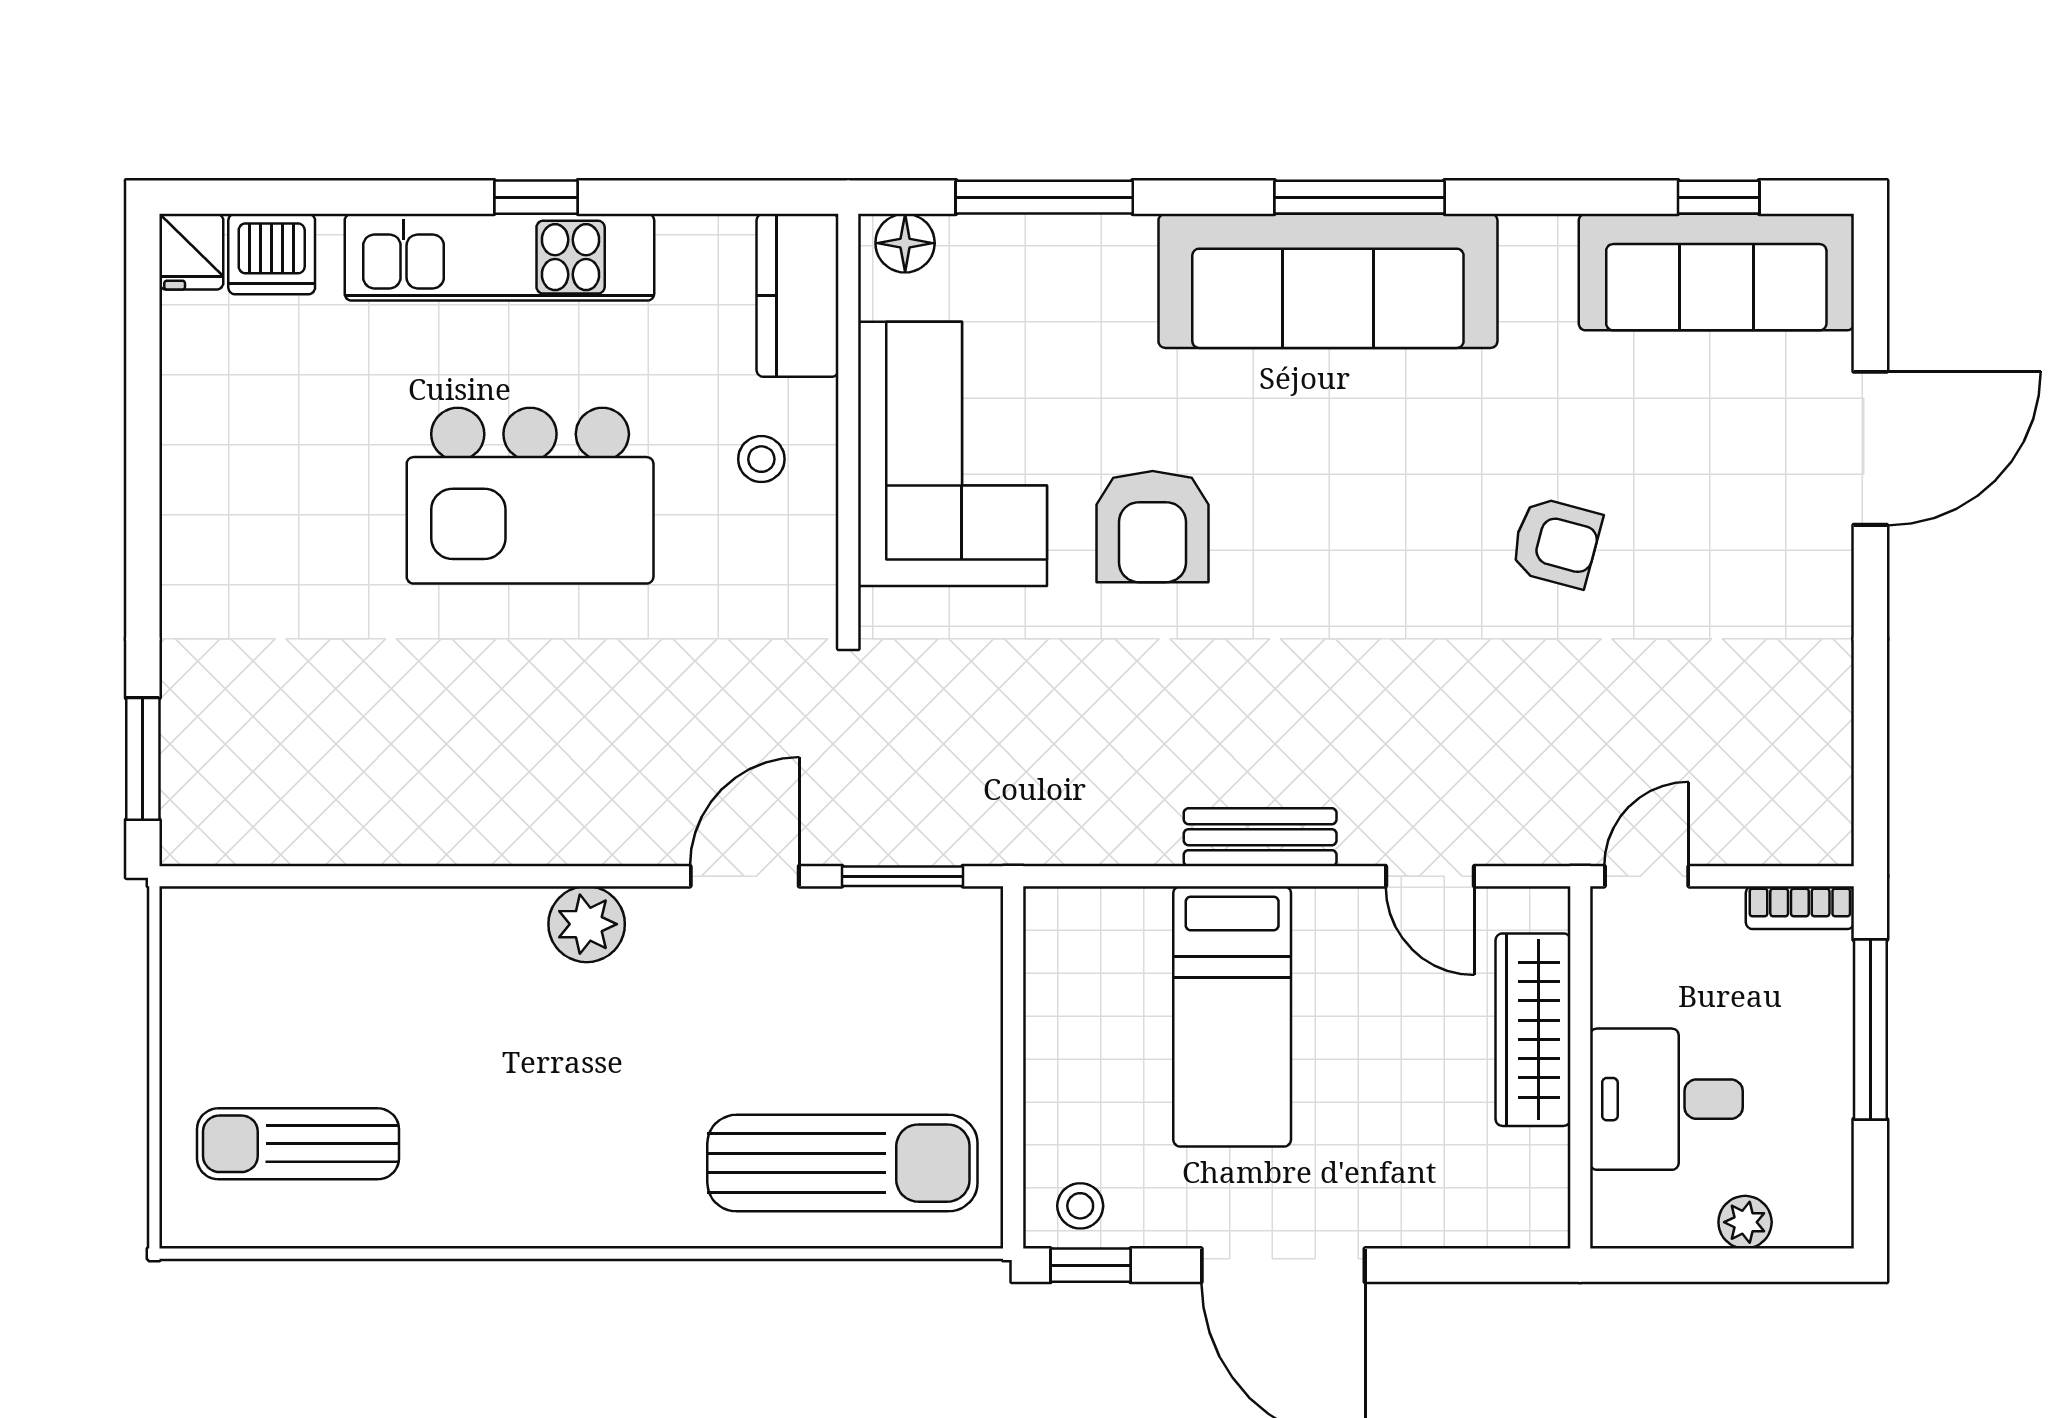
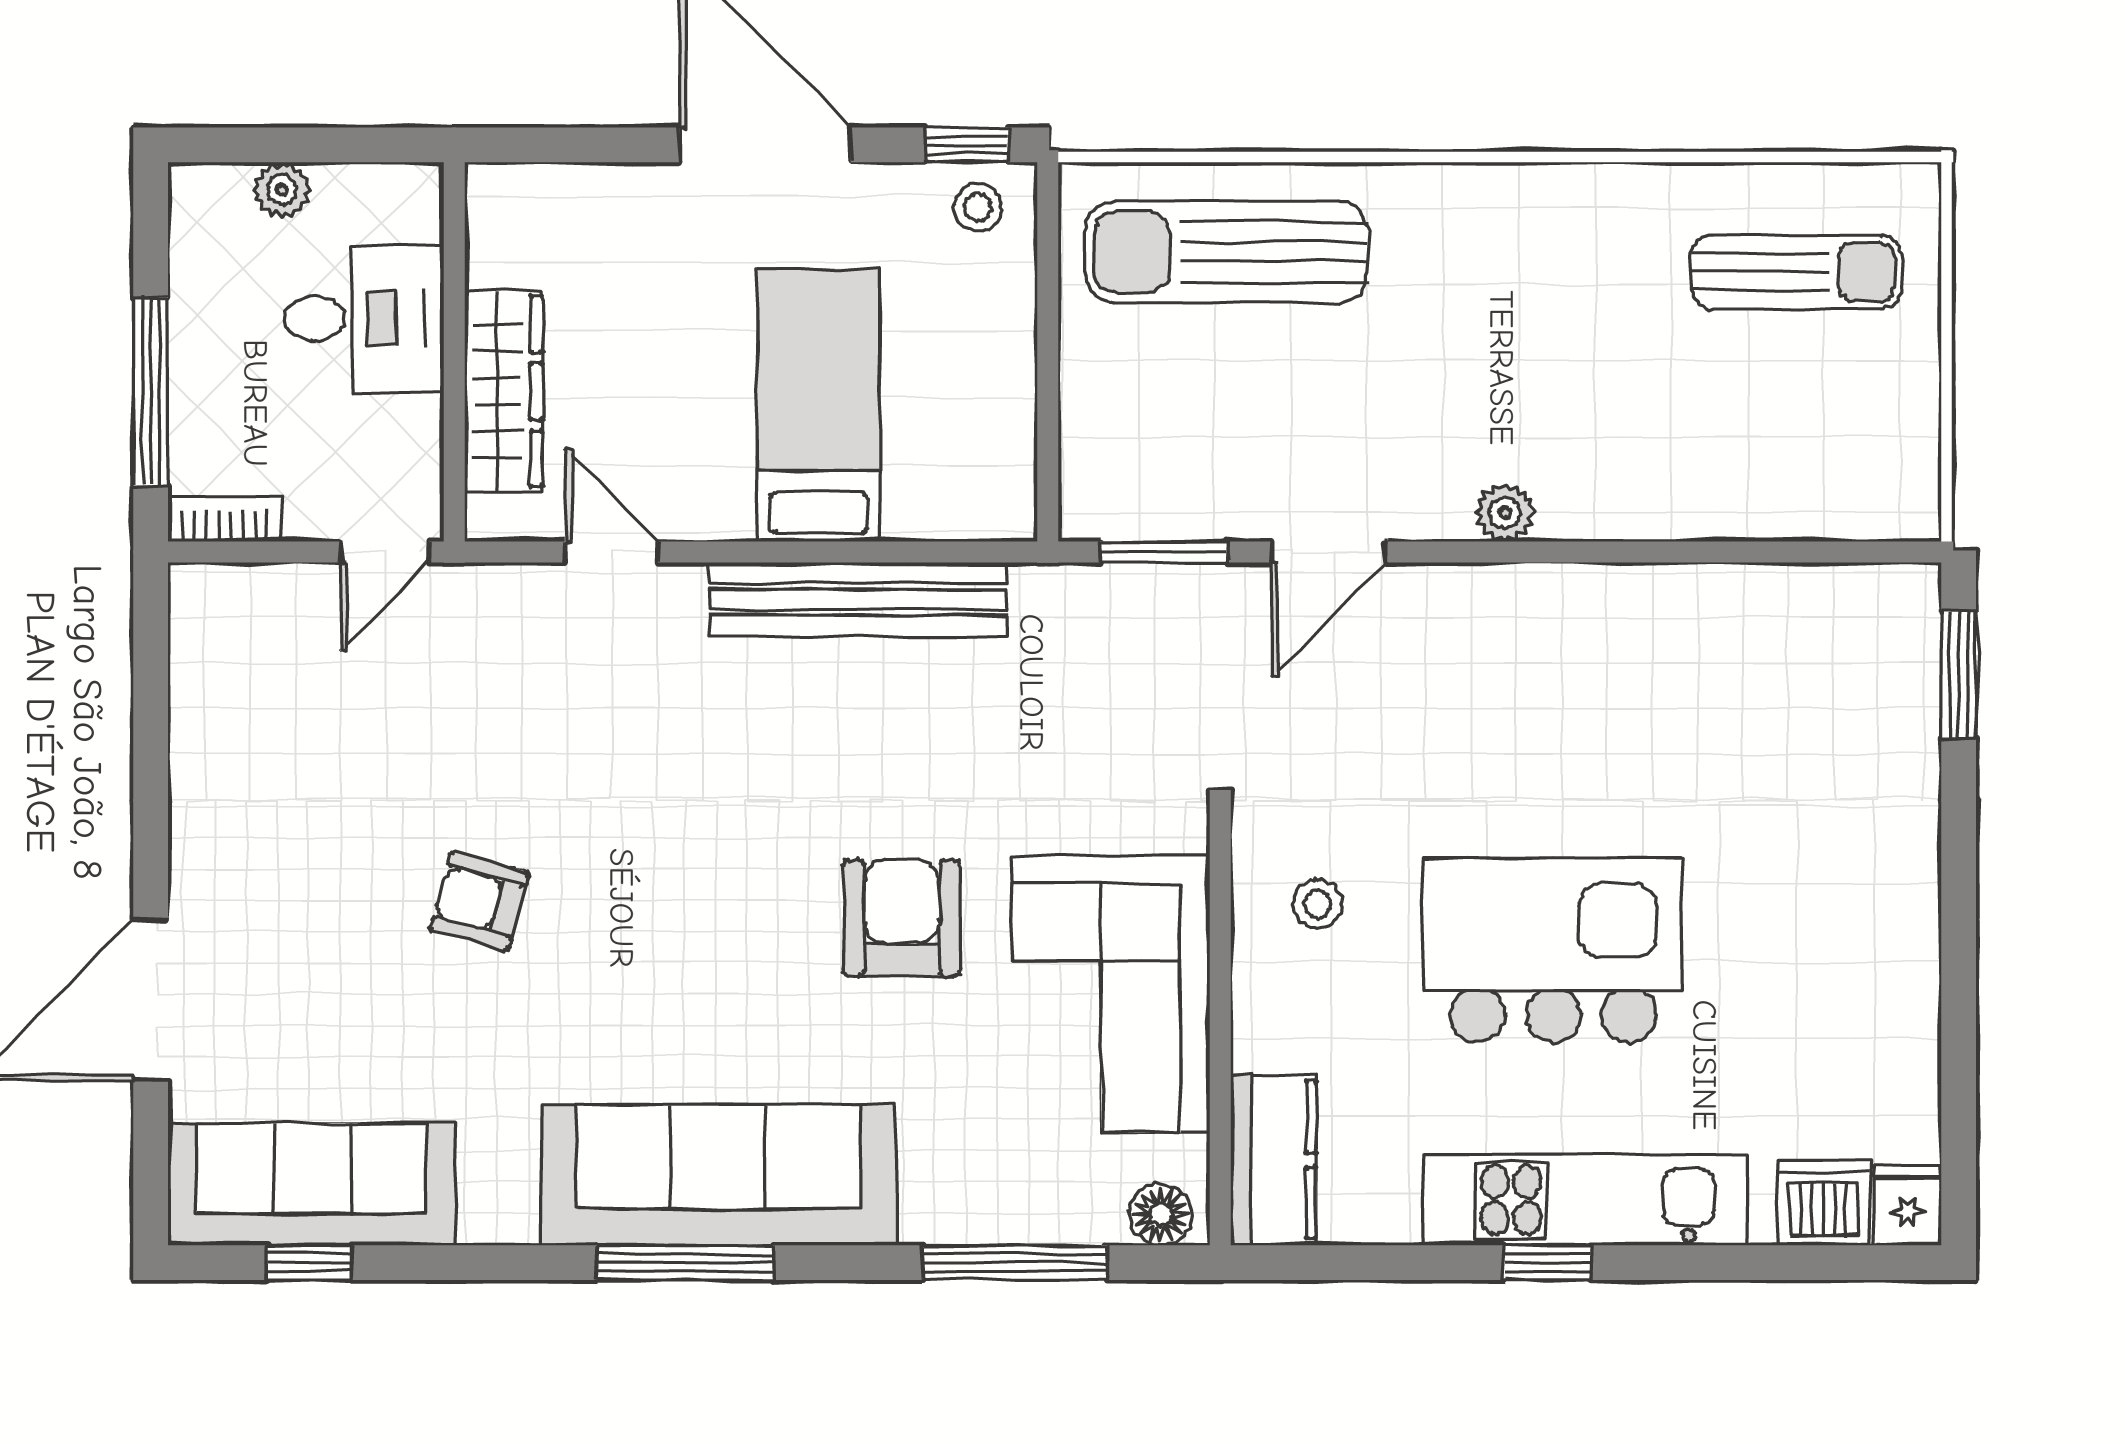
stool: (761, 459) -> (1318, 904), moved
bench: (1260, 837) -> (858, 599), width x1.86, depth x1.21
plant: (587, 924) -> (1505, 513), width x0.73, depth x0.73

